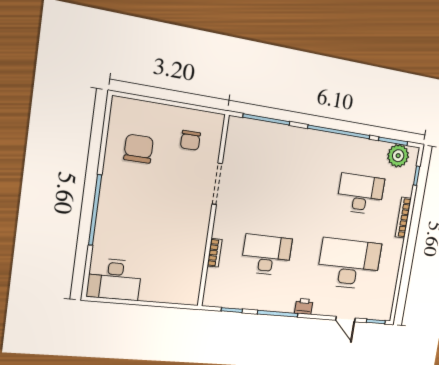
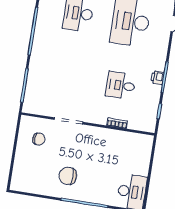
chair: (139, 149) -> (68, 176), moved
desk: (267, 255) -> (121, 85), width x0.73
printer: (304, 306) -> (157, 78), moved

